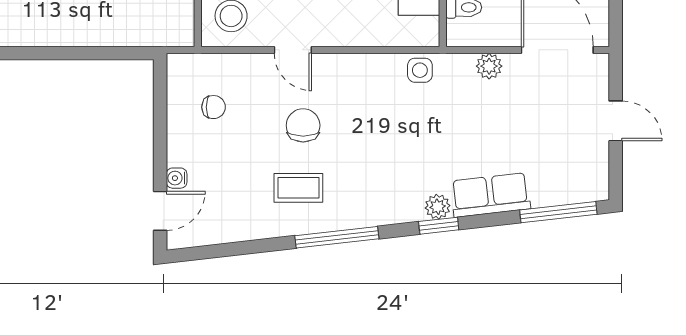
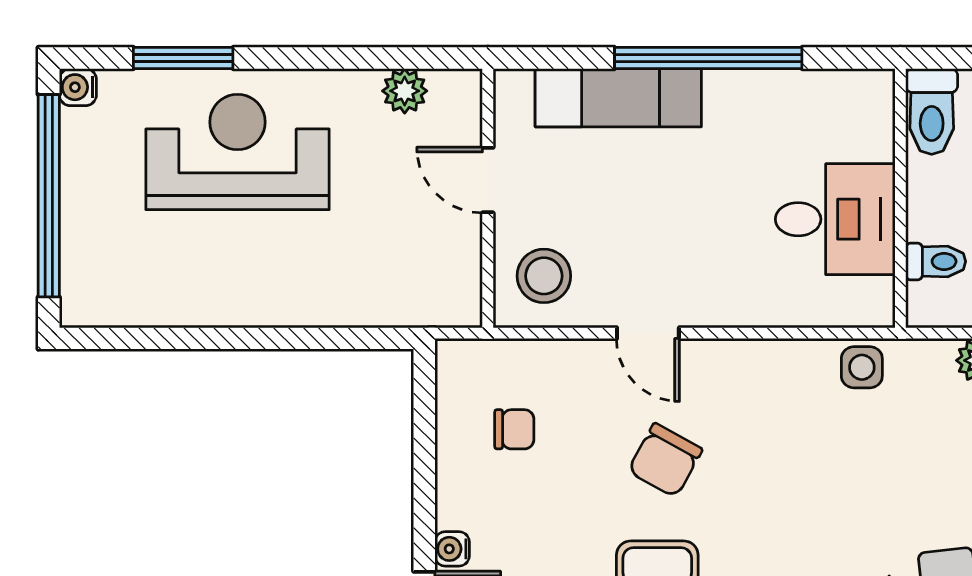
chair: (303, 125) -> (665, 460), turned -151

